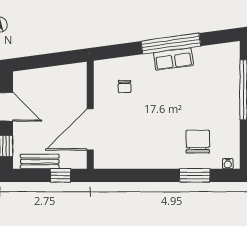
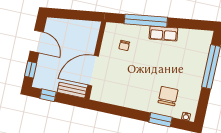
window: (171, 44) -> (146, 21), moved
bench: (40, 161) -> (72, 90), moved
window: (60, 175) -> (48, 95), moved

